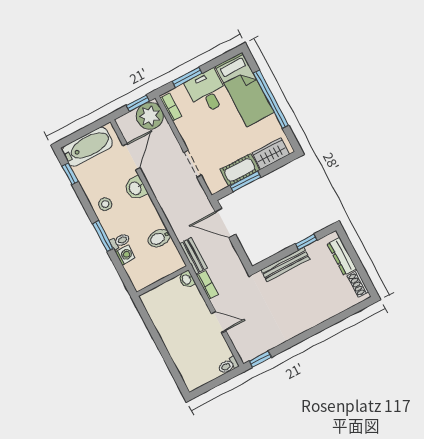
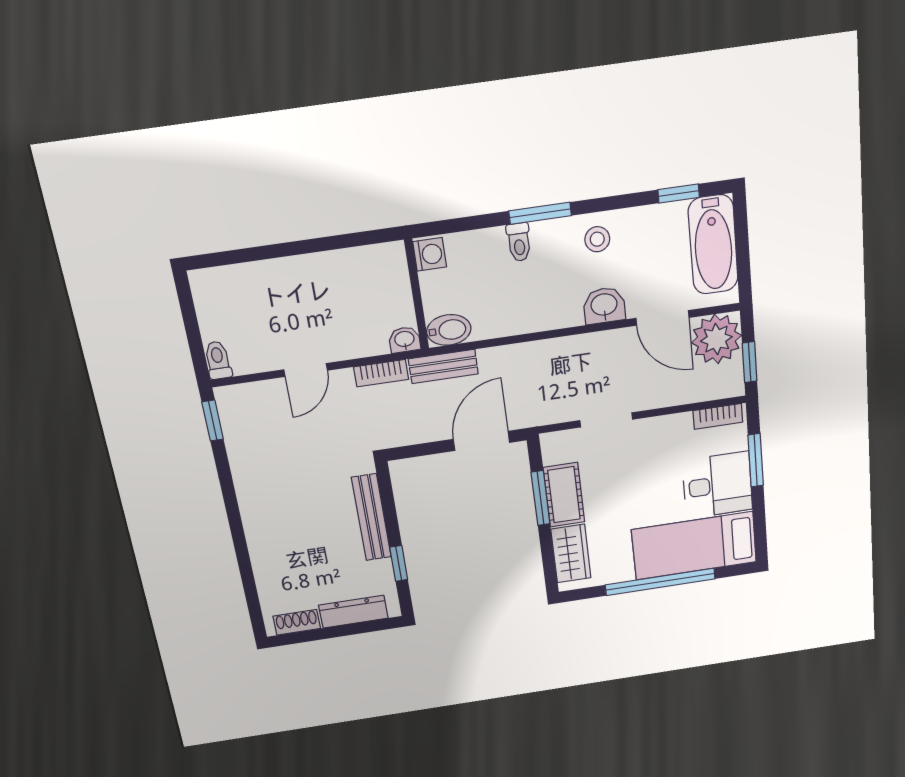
plant: (150, 116) -> (716, 339), moved
bidet: (159, 238) -> (449, 330), moved, turned 90
washing machine: (125, 255) -> (430, 254), moved, turned -90

